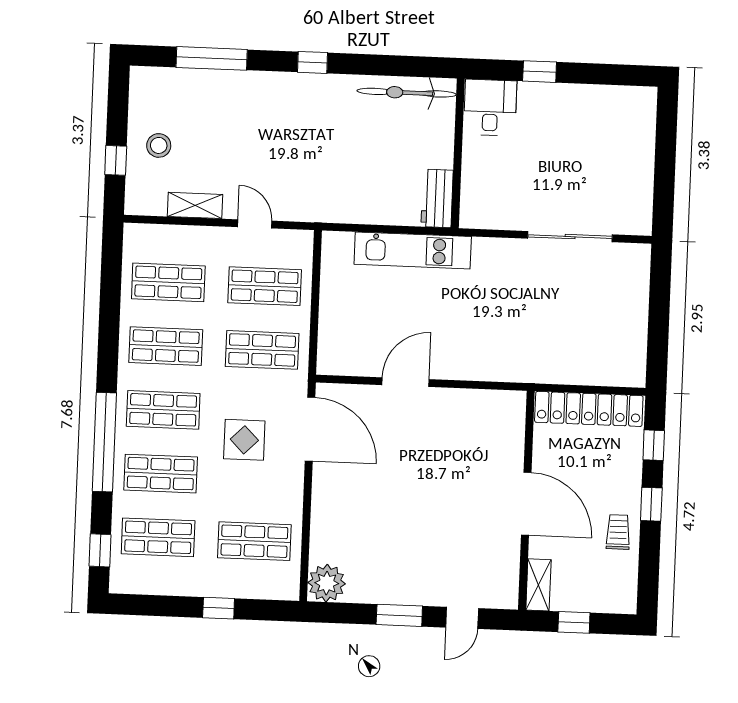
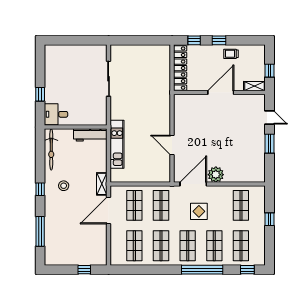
stool: (159, 145) -> (64, 186), moved
workbench: (437, 198) -> (90, 135), width x1.38
shelving: (195, 205) -> (102, 184), moved
door: (255, 224) -> (109, 211), width x1.88
plant: (327, 583) -> (216, 175), moved

